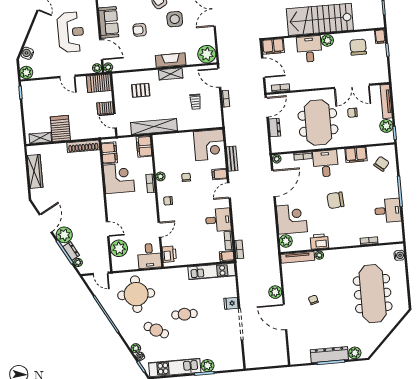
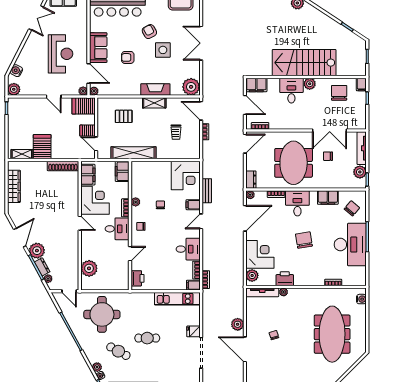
dresser: (275, 128) -> (251, 180), moved
chair: (335, 200) -> (304, 240), turned 85
desk: (388, 211) -> (350, 245), width x1.87, depth x1.30
door: (108, 229) -> (80, 223), moved
desk: (149, 256) -> (117, 229), moved, turned -90

